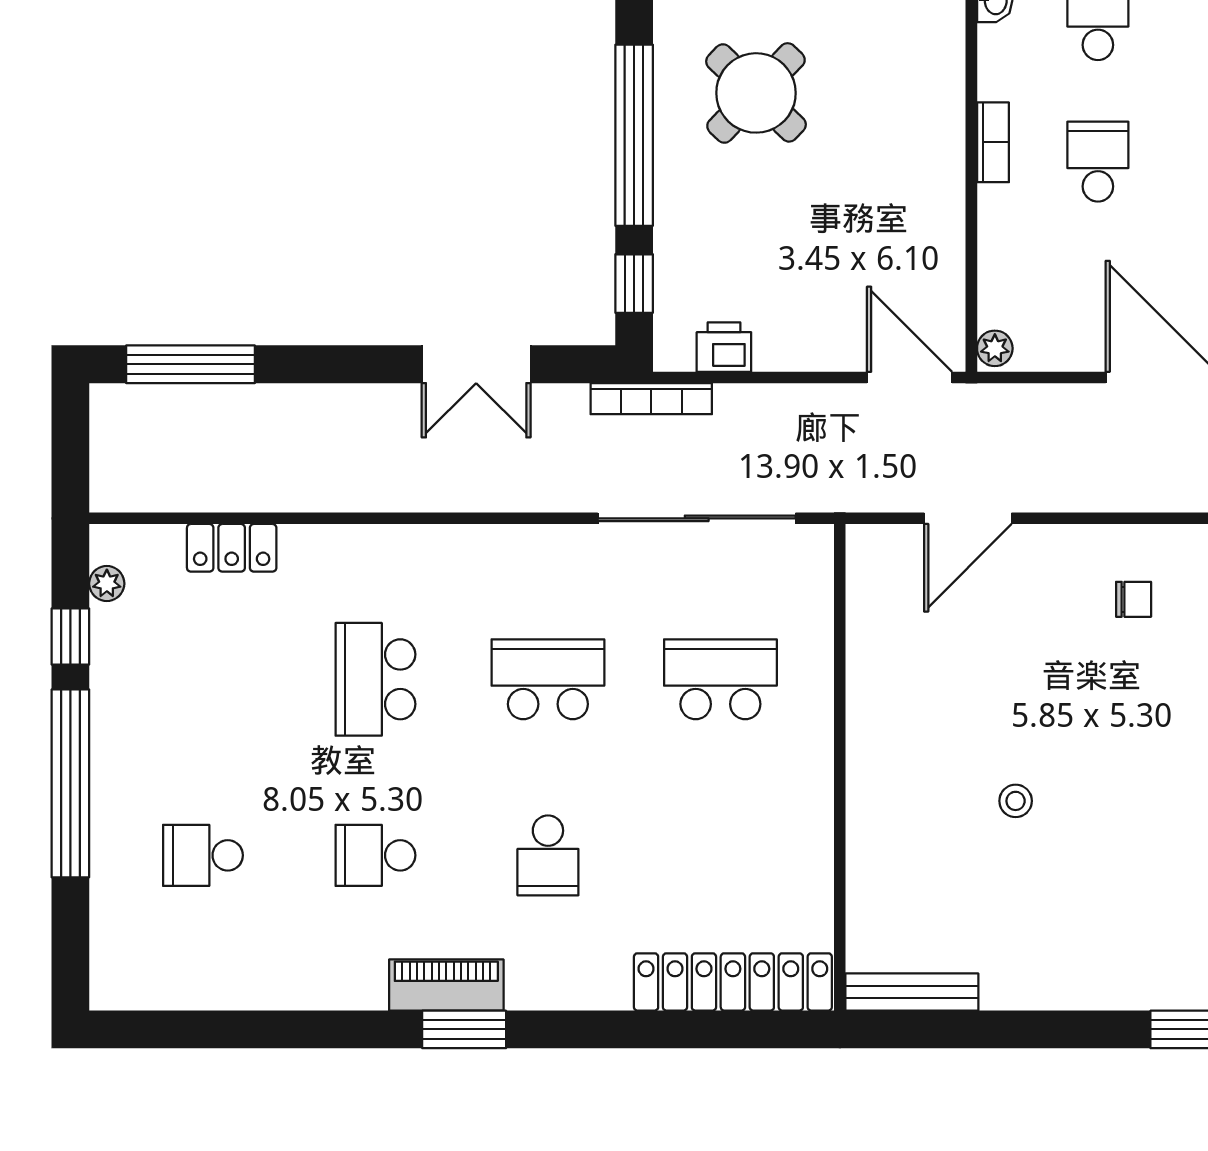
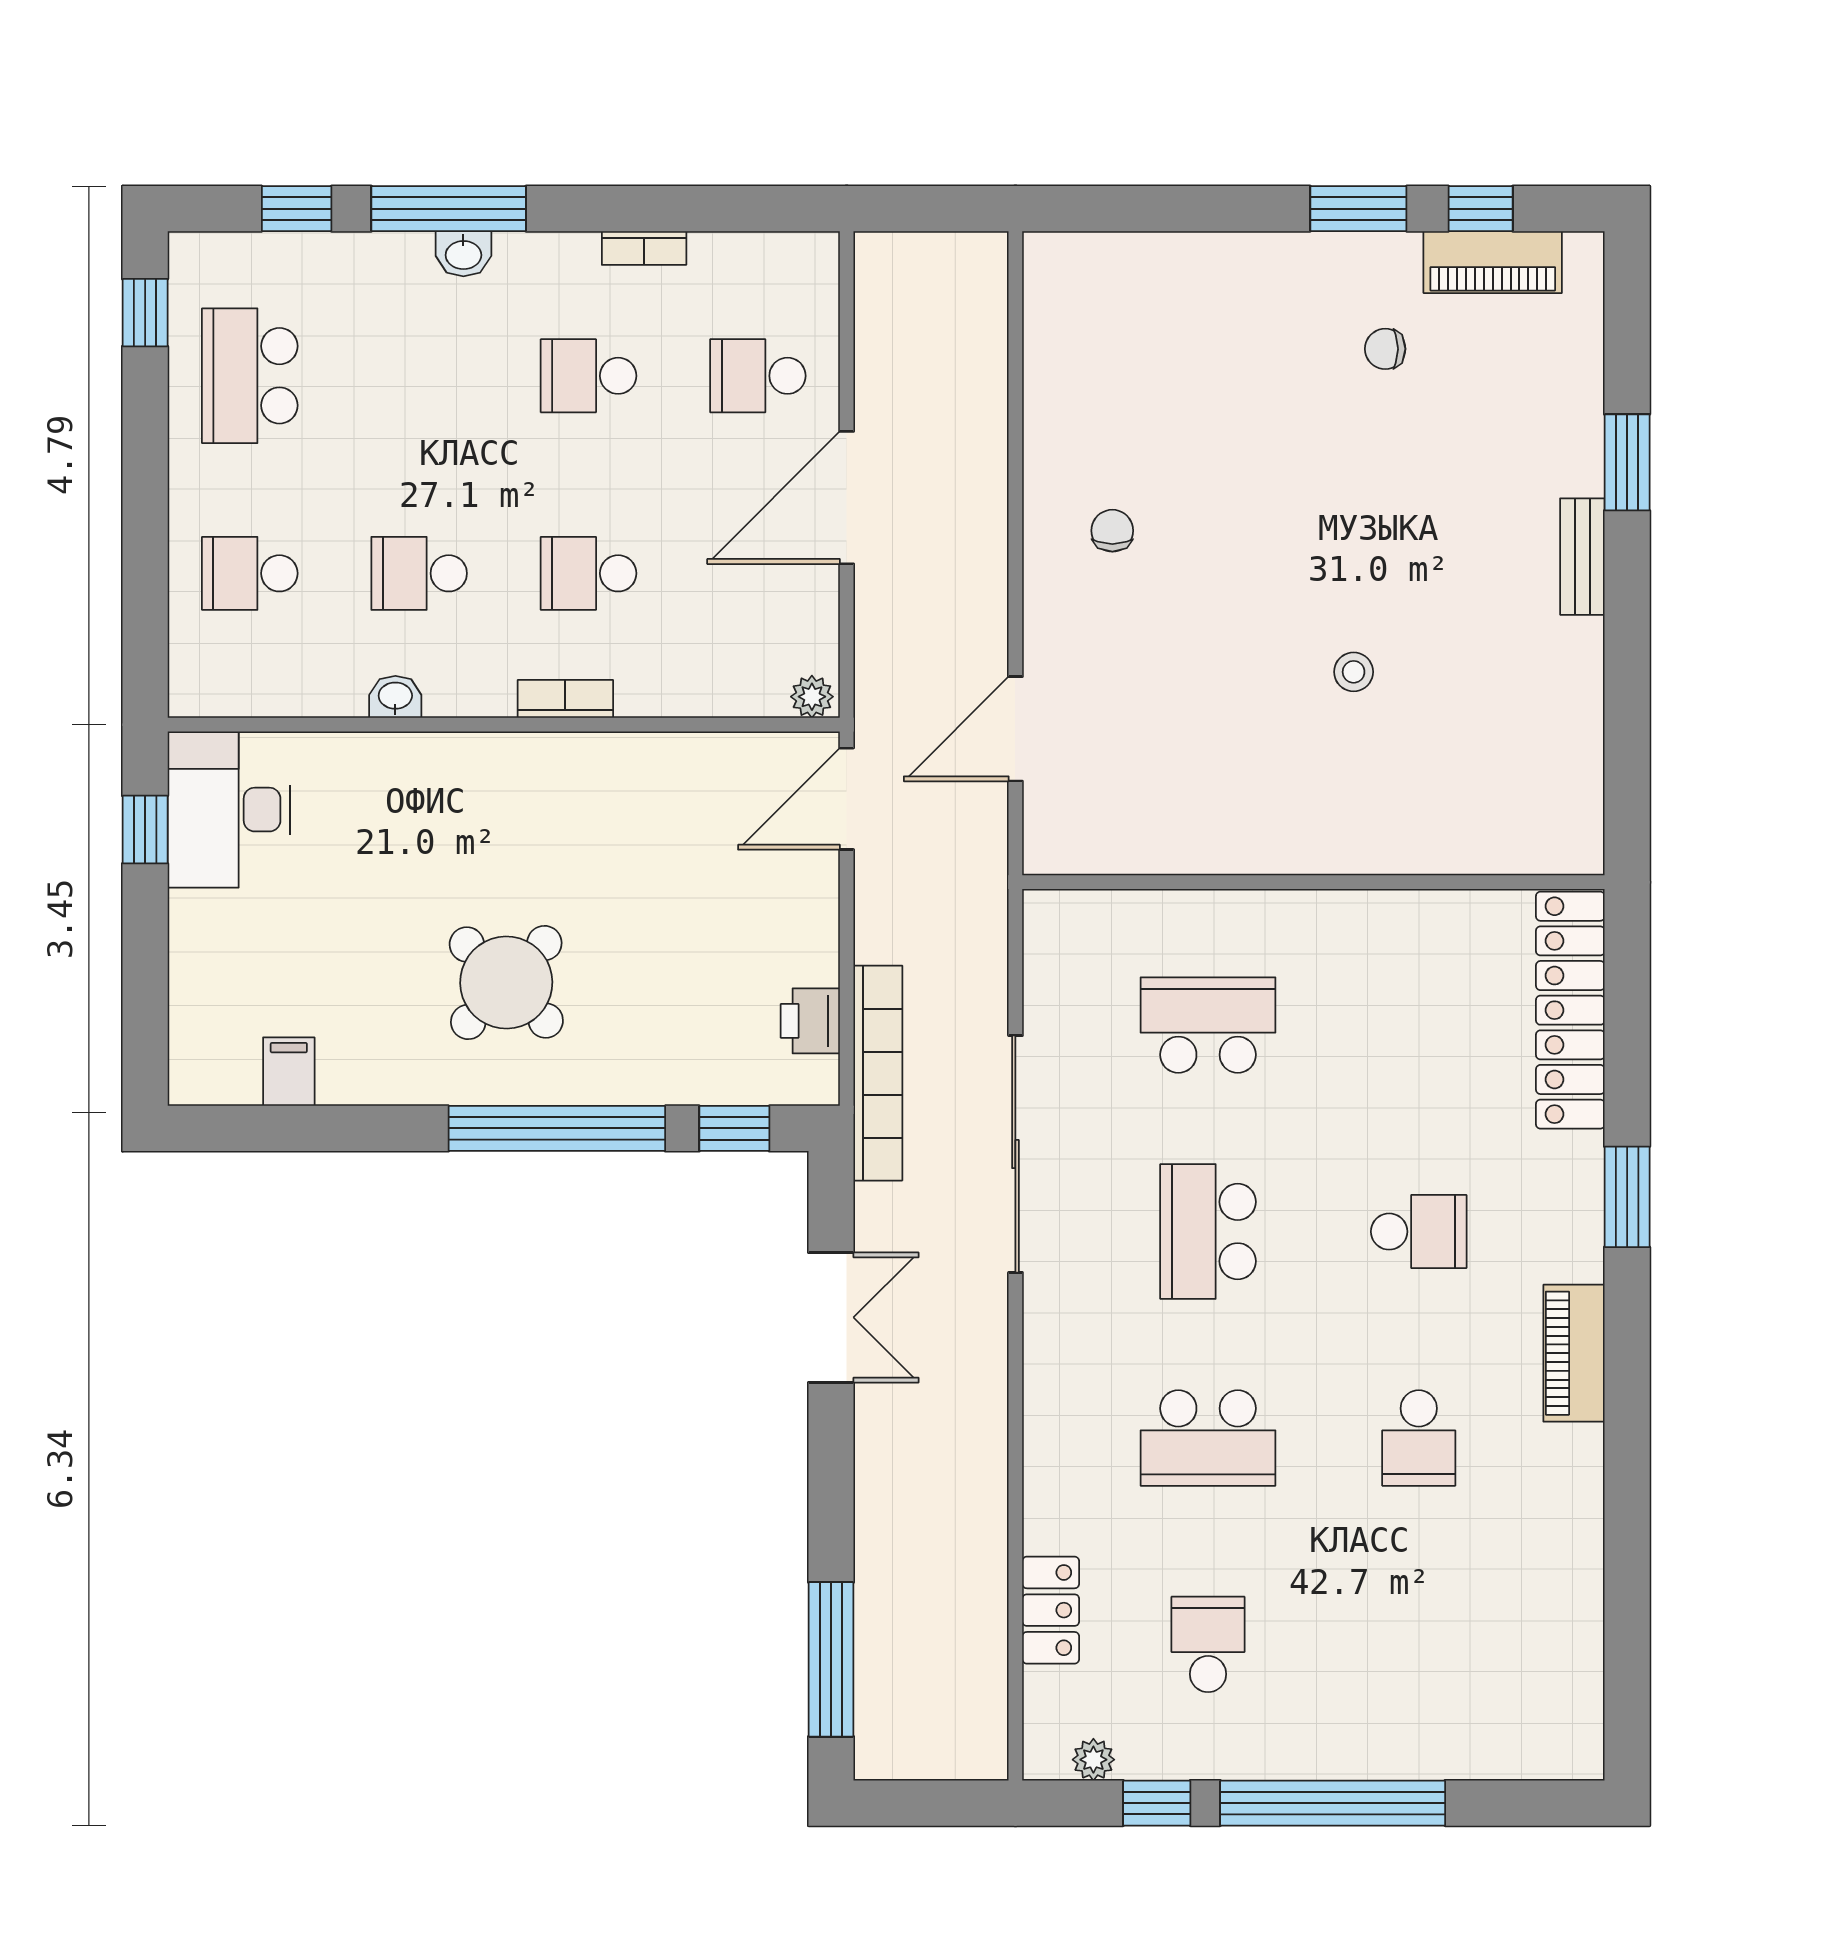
bookcase: (651, 399) -> (878, 1073), width x1.48, depth x1.31
sliding door: (697, 518) -> (1015, 1154), moved
door: (968, 518) -> (1015, 729), swing flipped
school desk: (720, 679) -> (1208, 1025), turned 90
school desk: (203, 855) -> (1208, 1644), moved, turned 180
bench: (912, 992) -> (1582, 557), moved, width x0.73
window: (464, 1029) -> (1627, 1197), moved

